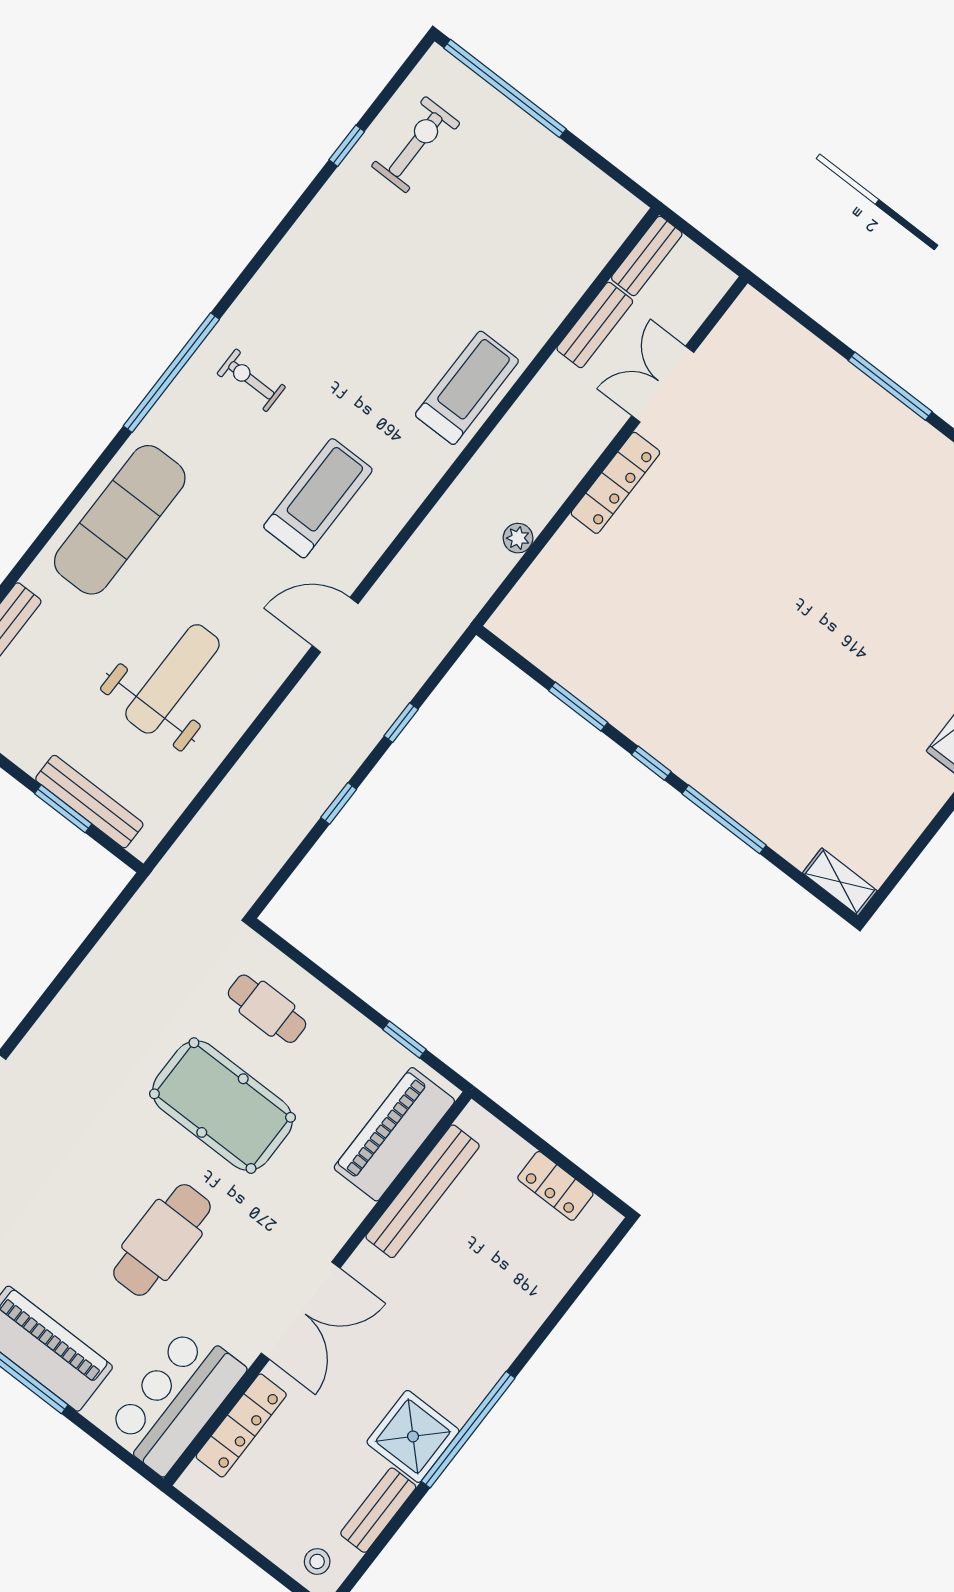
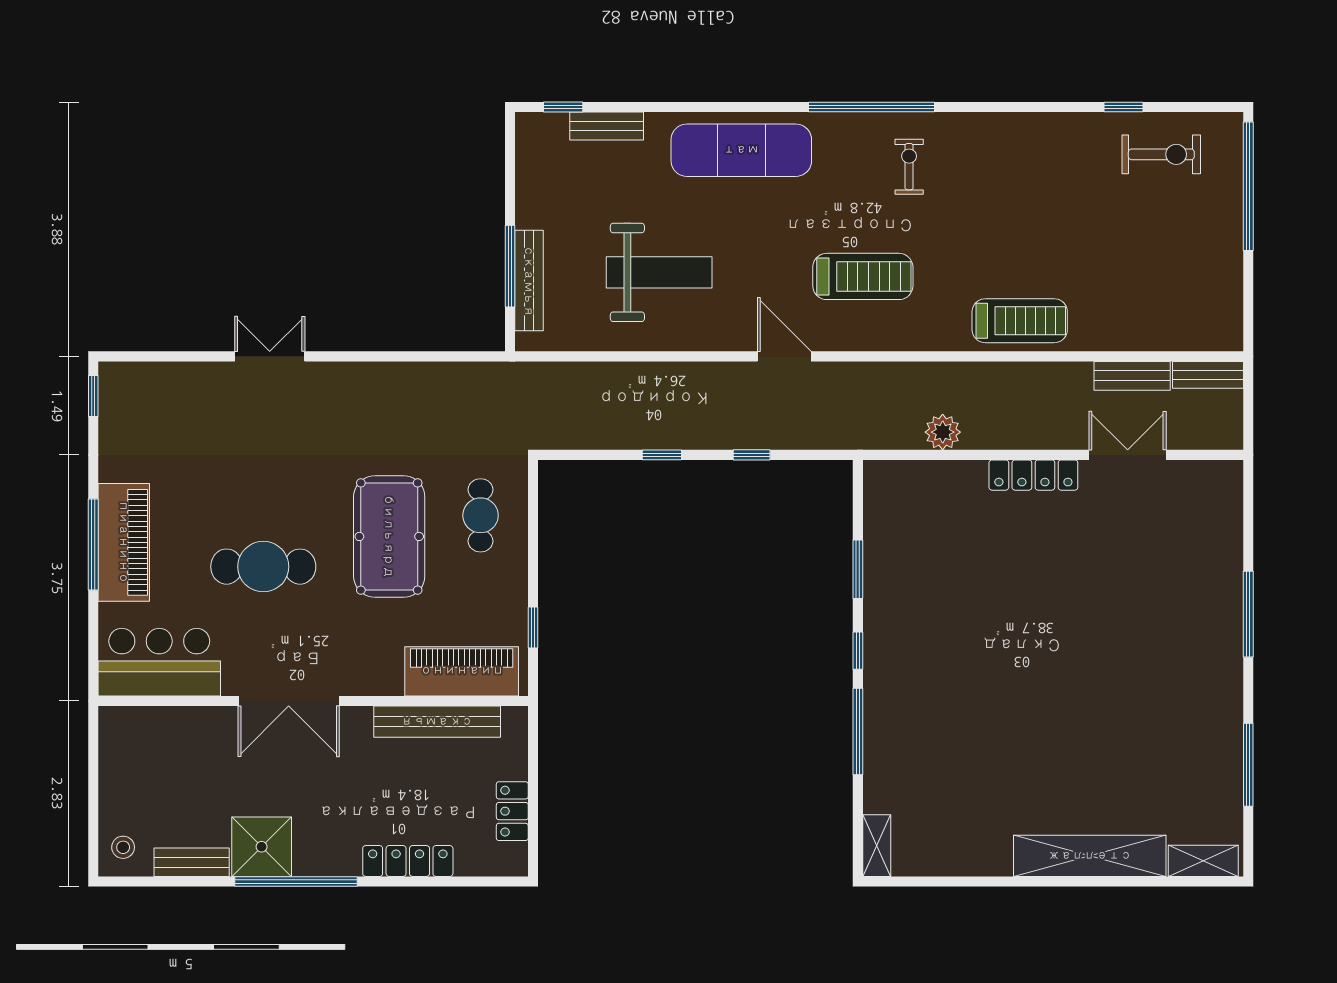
plant: (518, 538) -> (943, 432), width x1.38, depth x1.38
window: (63, 809) -> (510, 266), width x1.44
locker: (241, 1425) -> (408, 861), moved, turned 180

